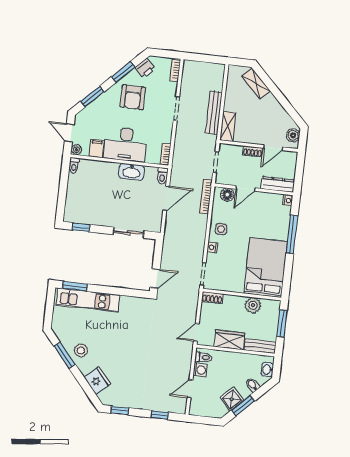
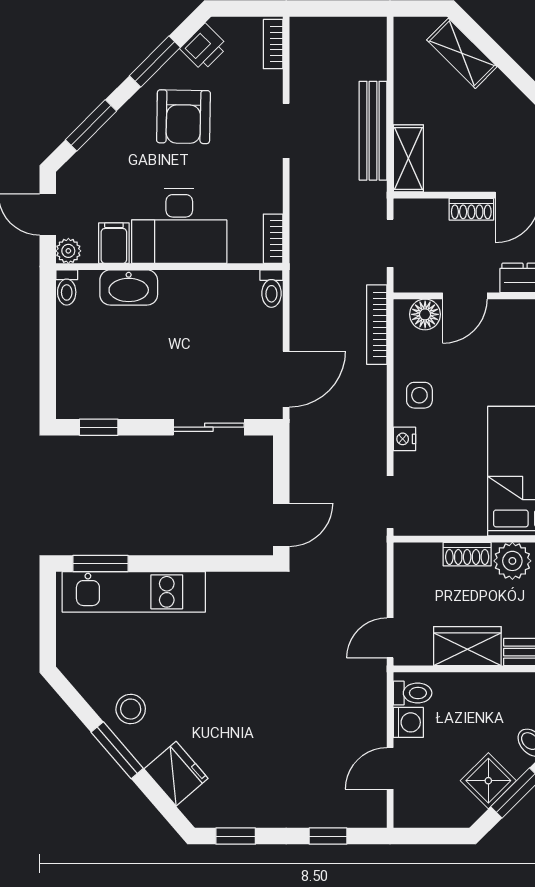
washbasin: (131, 172) -> (129, 287), moved
door: (166, 198) -> (286, 379), moved
shoe rack: (212, 298) -> (467, 554), moved
window: (65, 355) -> (117, 750), moved

